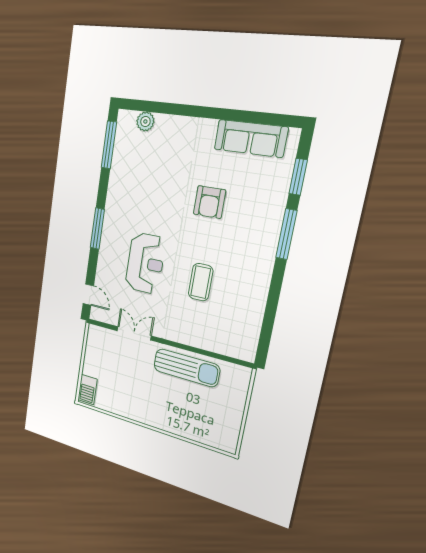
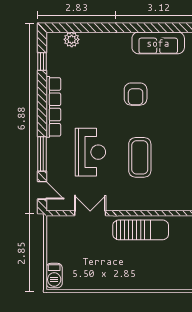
window: (109, 145) -> (42, 61), width x0.46
row of seats: (113, 202) -> (53, 107), added
window: (97, 229) -> (42, 154), moved
coffee table: (201, 282) -> (140, 157), width x1.36, depth x1.32

